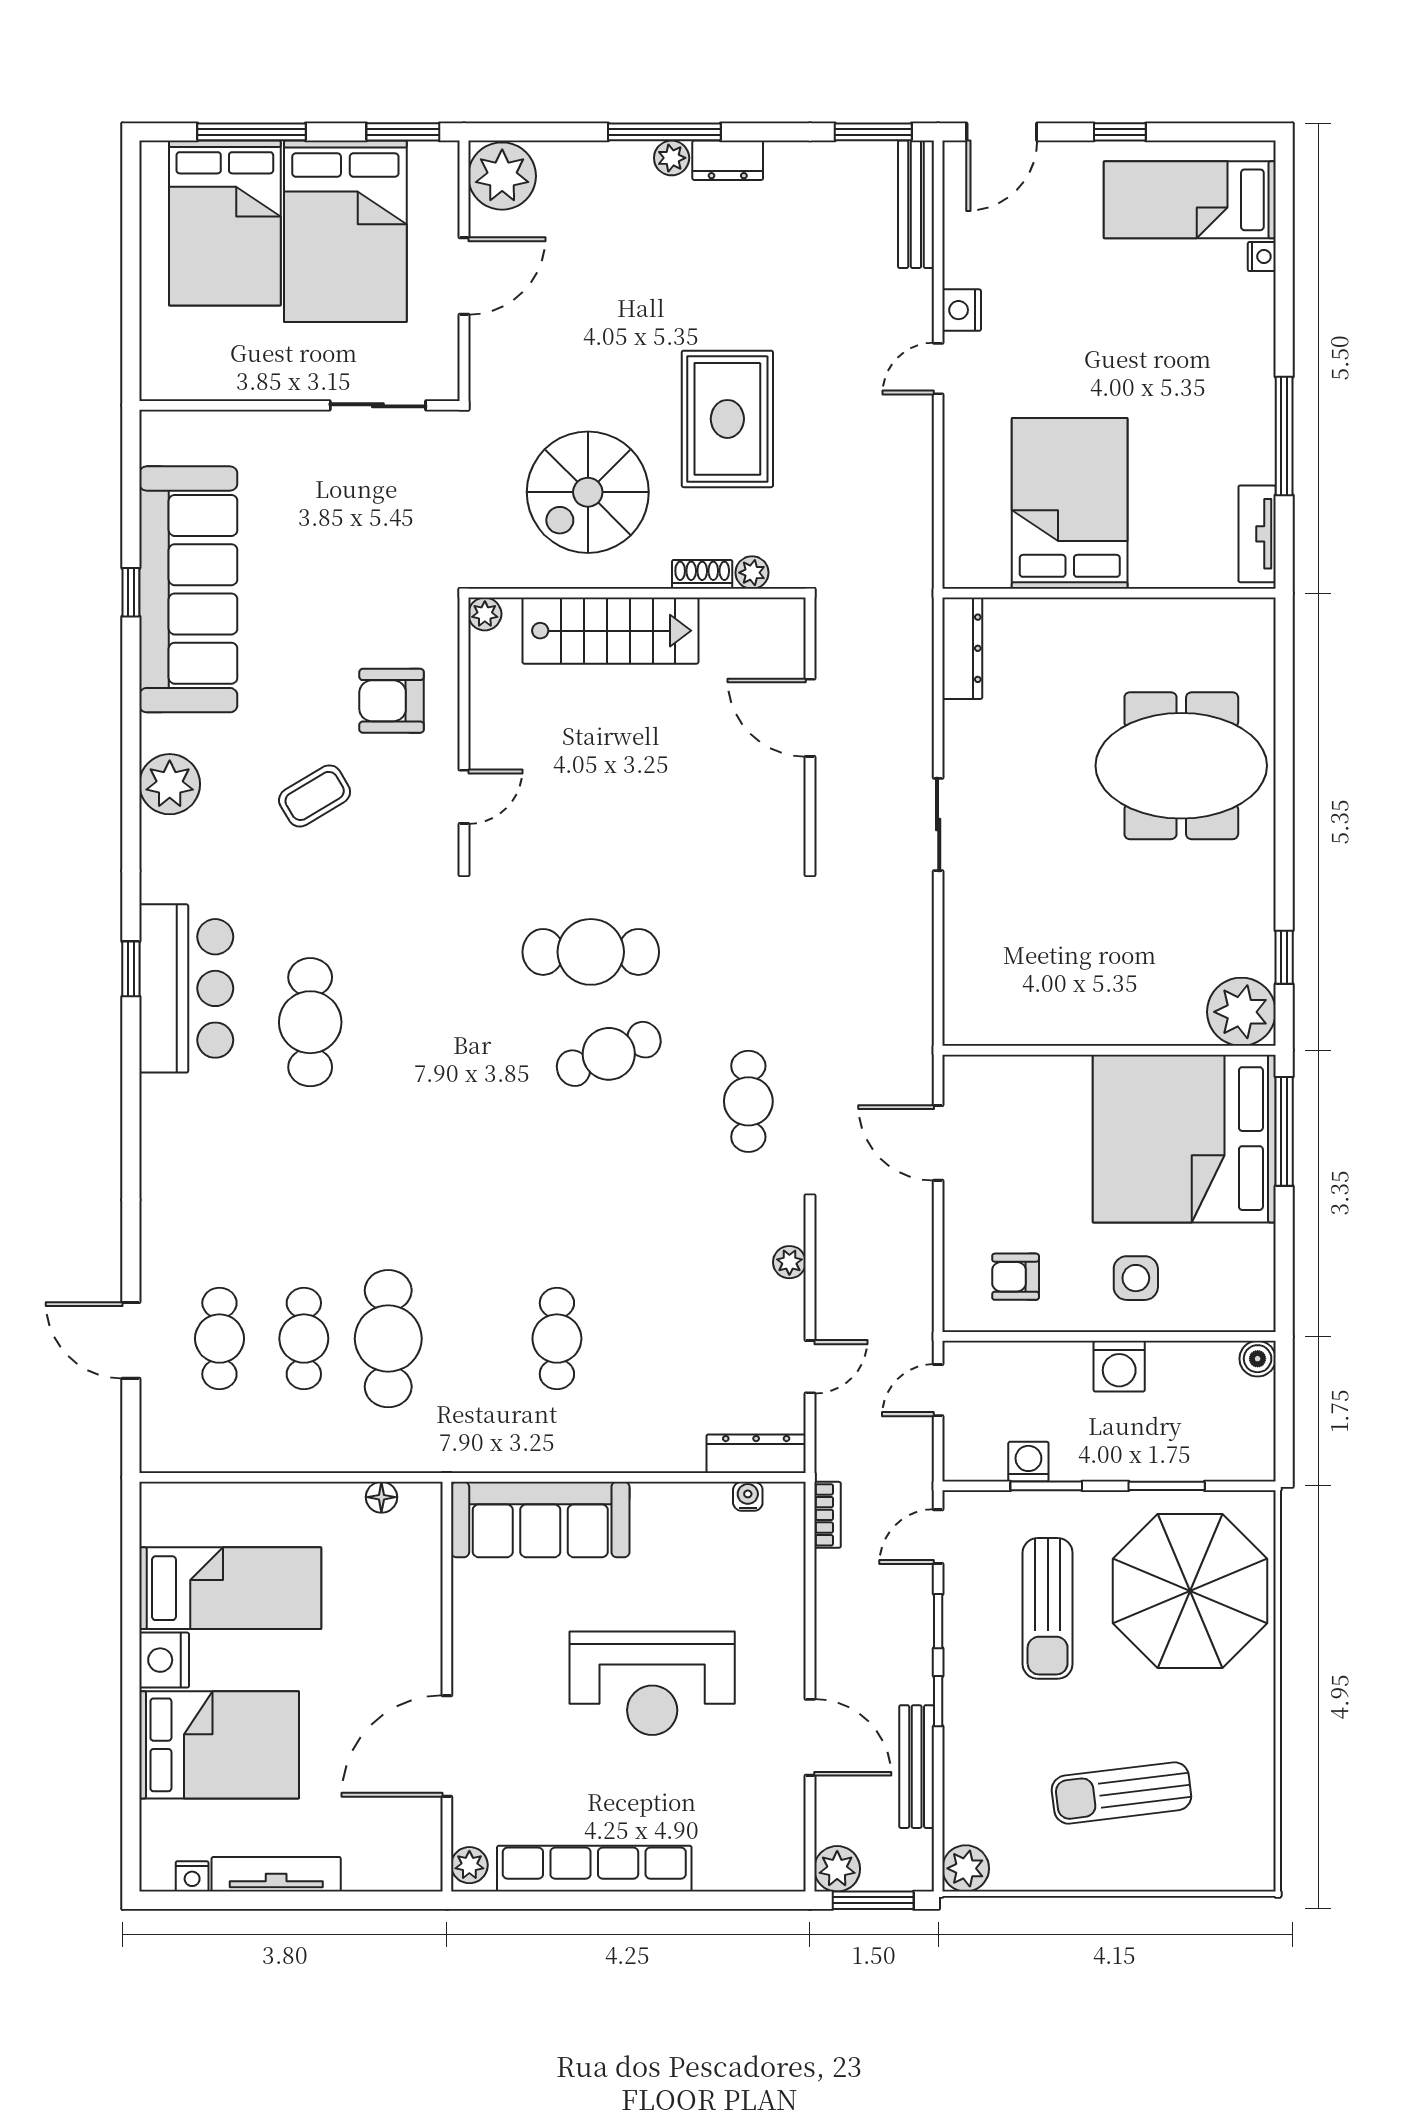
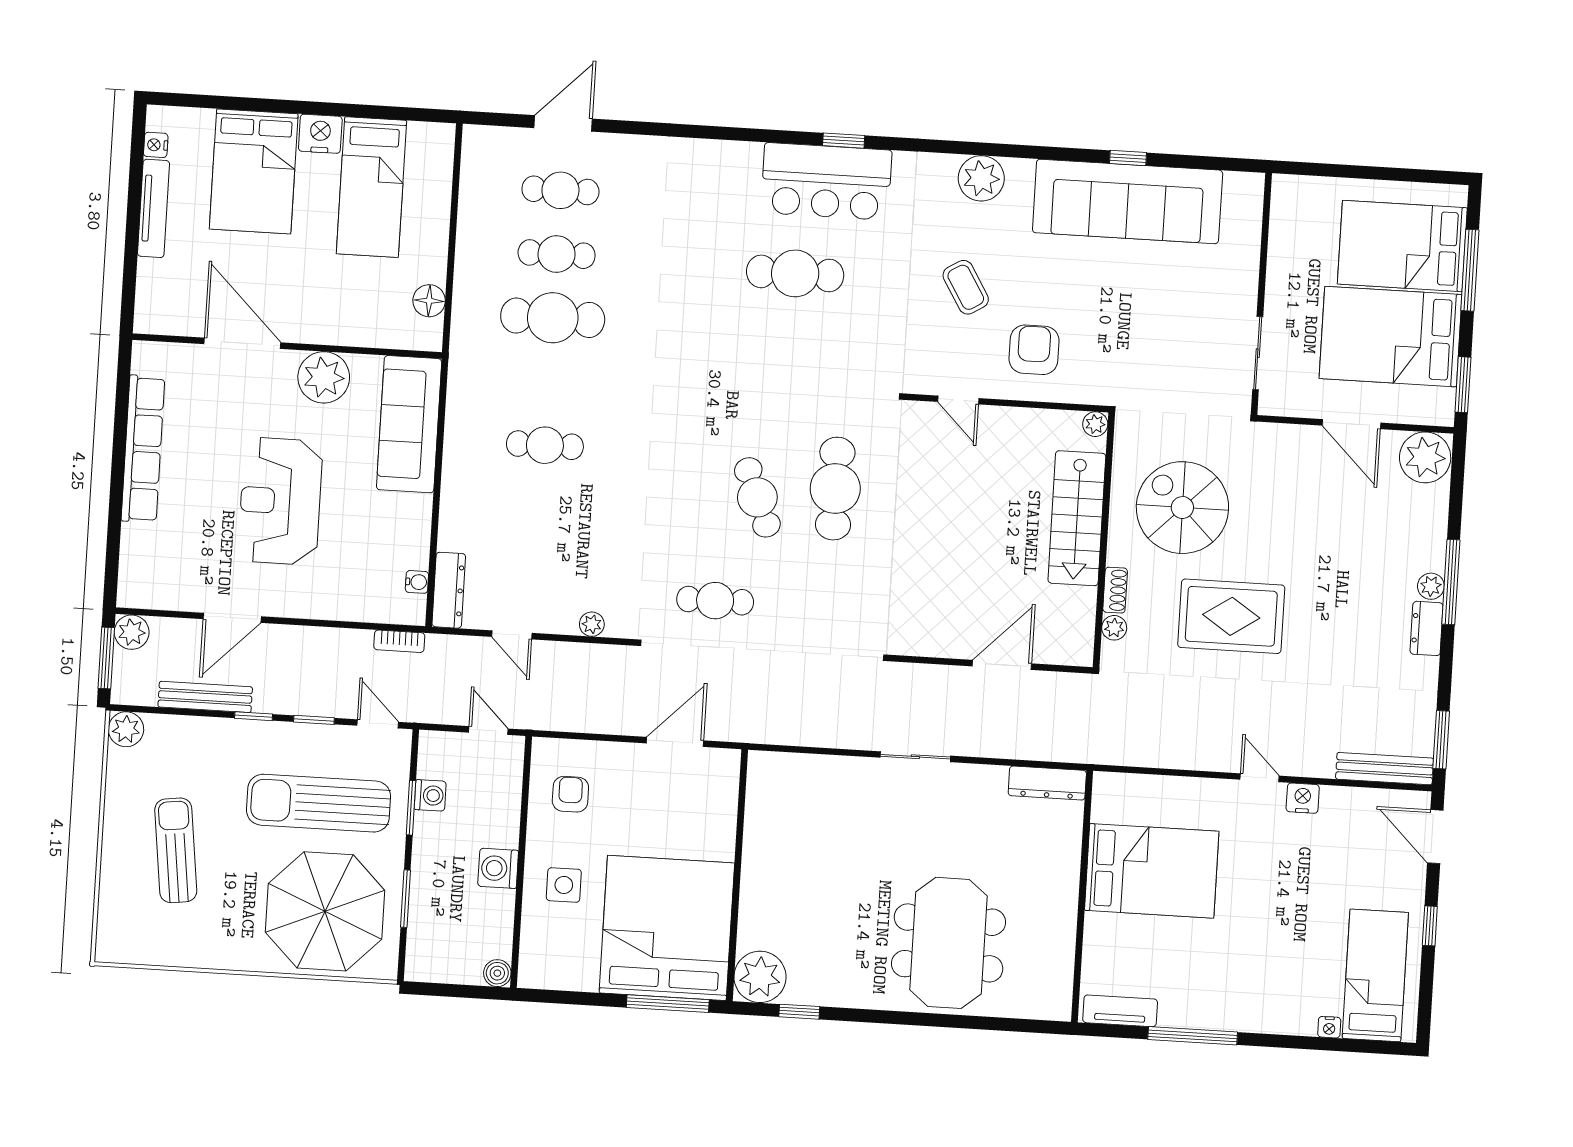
floor lamp: (381, 1497) -> (429, 301), width x1.37, depth x1.37
sun lounger: (1048, 1608) -> (319, 803), width x1.36, depth x1.34
plant: (469, 1865) -> (324, 377), moved, width x1.88, depth x1.88

